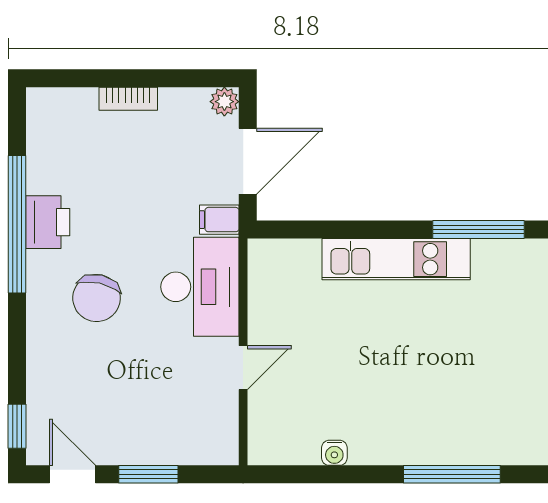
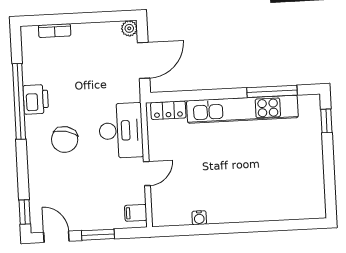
bookcase: (128, 99) -> (55, 31), moved
filing cabinet: (219, 220) -> (136, 213), moved
locker: (288, 254) -> (168, 110), added
kitchen unit: (396, 259) -> (242, 109), width x1.36
window: (452, 474) -> (264, 226), removed

